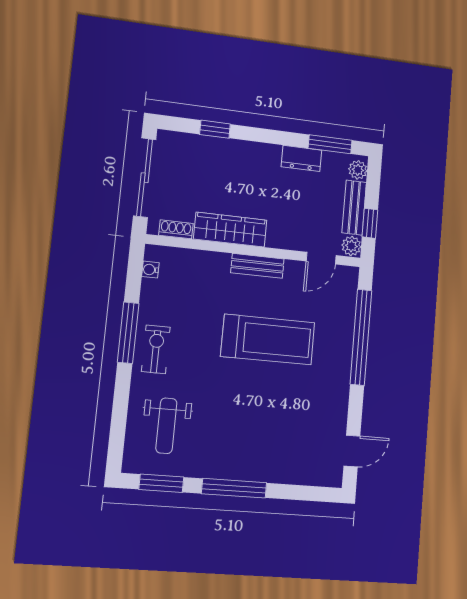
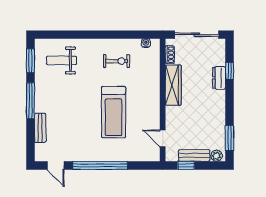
dresser: (301, 158) -> (219, 78), moved
plant: (351, 246) -> (172, 156), removed
bench: (257, 266) -> (40, 128), moved
window: (128, 333) -> (110, 35), removed
window: (361, 337) -> (100, 165), moved
exercise bike: (156, 349) -> (117, 61), moved

